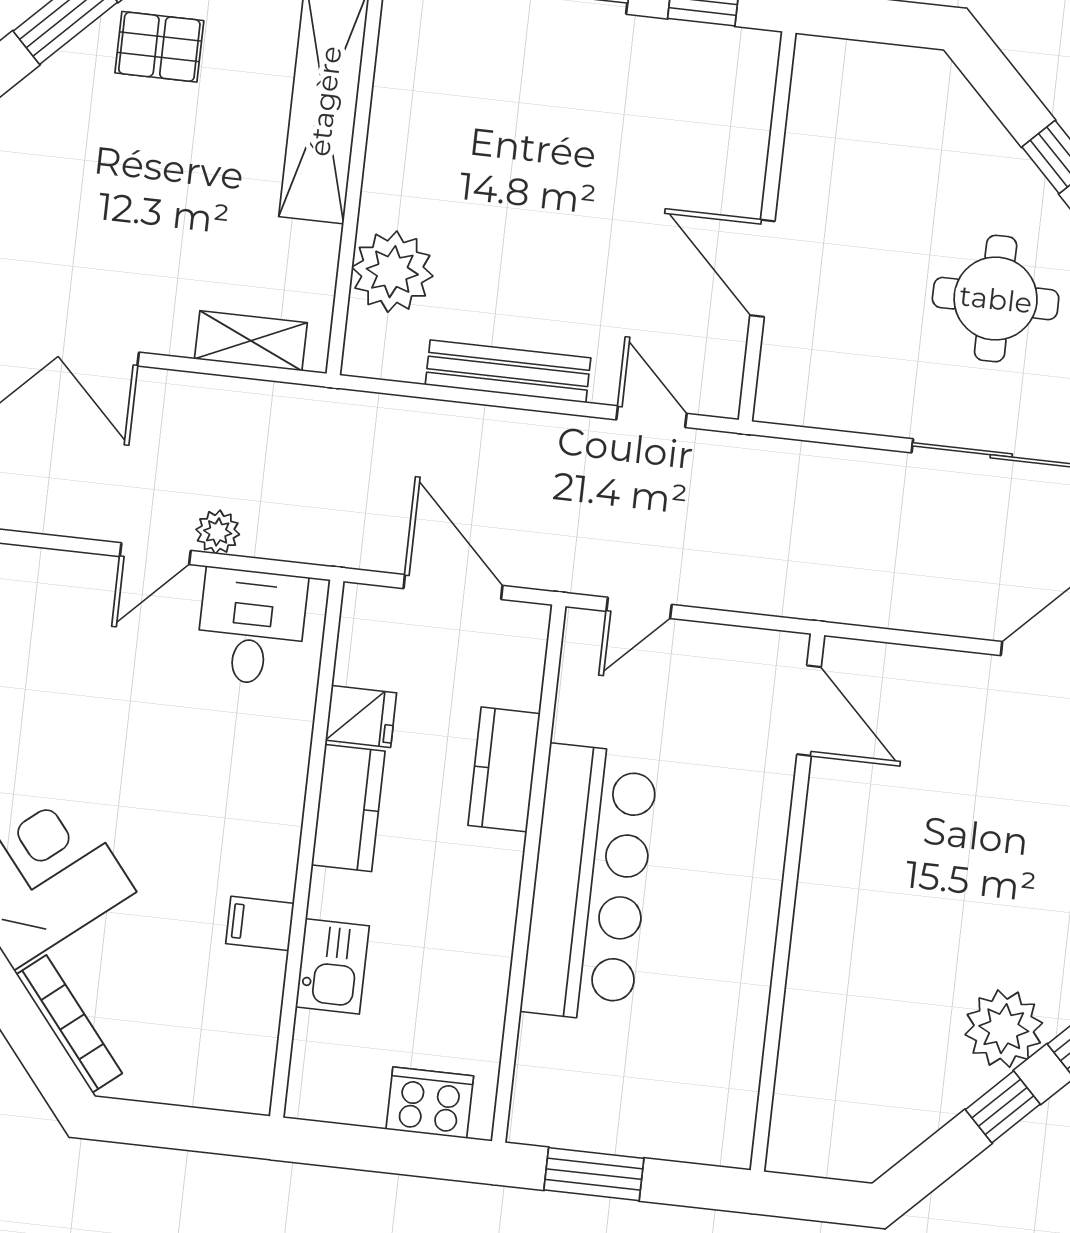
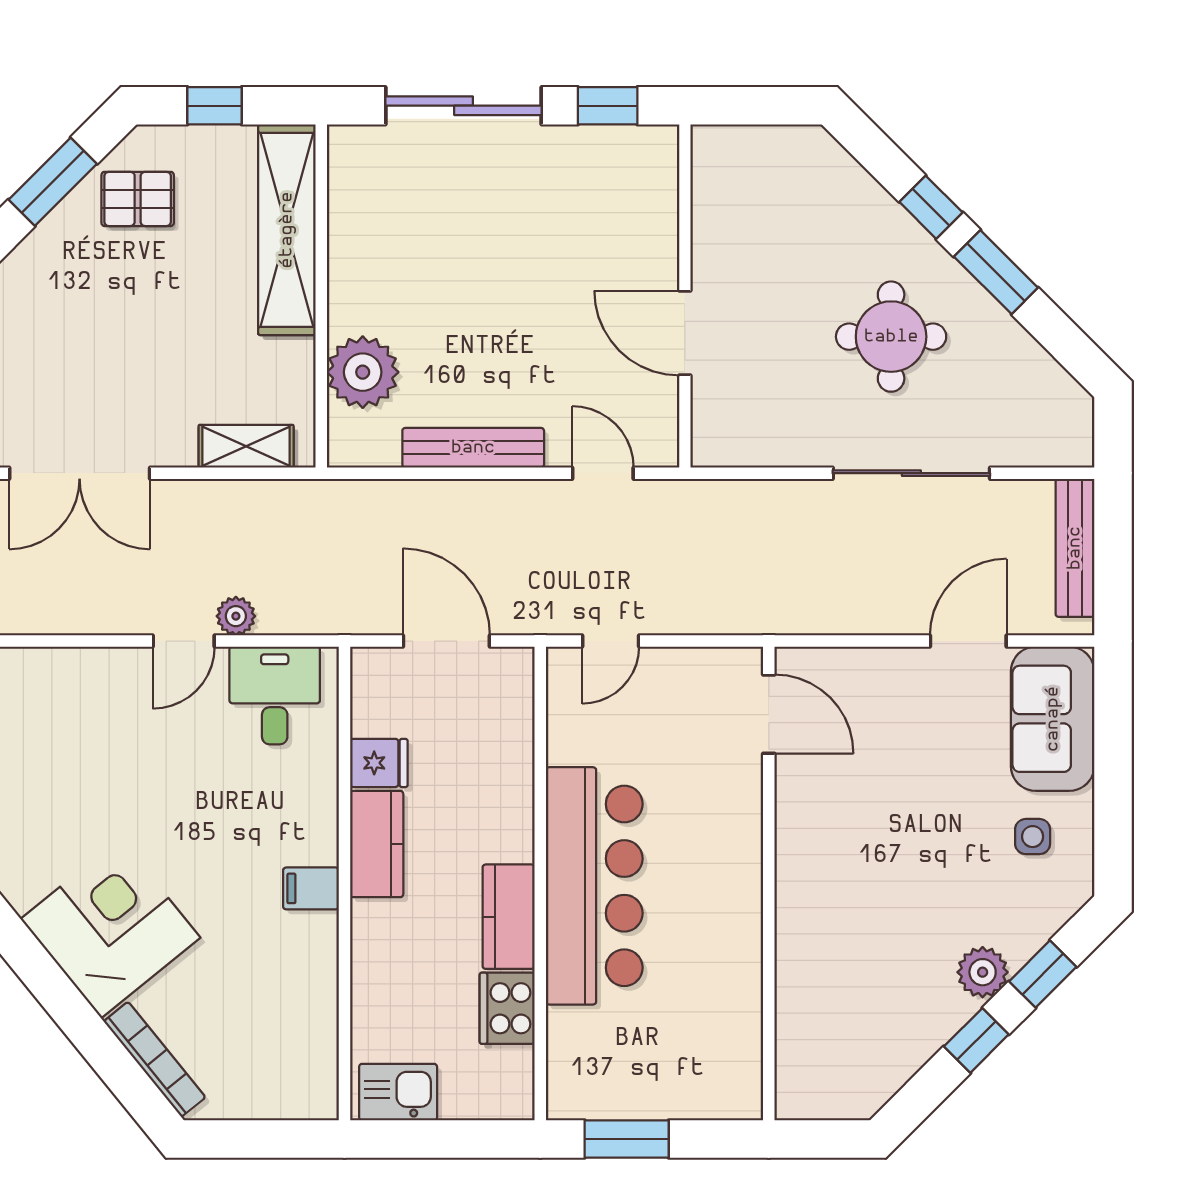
kitchen counter: (504, 769) -> (509, 917), moved
filing cabinet: (260, 923) -> (311, 888), moved
kitchen sink: (332, 966) -> (398, 1092), moved, turned -90
plant: (1004, 1029) -> (983, 972), width x0.73, depth x0.73
cooker: (430, 1103) -> (507, 1008), moved, turned -90

